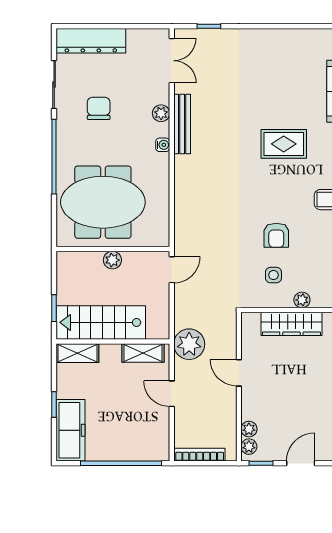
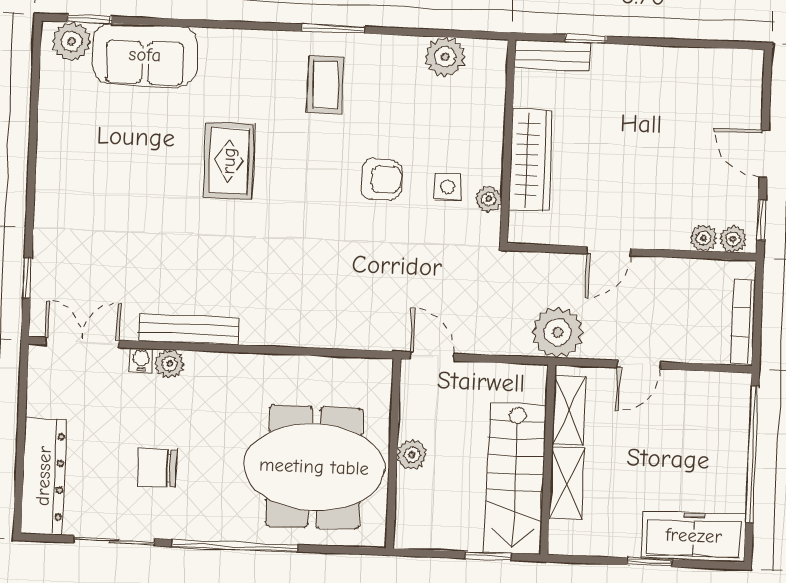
water cooler: (163, 145) -> (141, 360), moved
meeting table: (103, 202) -> (314, 467), turned 90
plant: (302, 300) -> (489, 199), moved
shelving: (77, 353) -> (566, 483), moved

